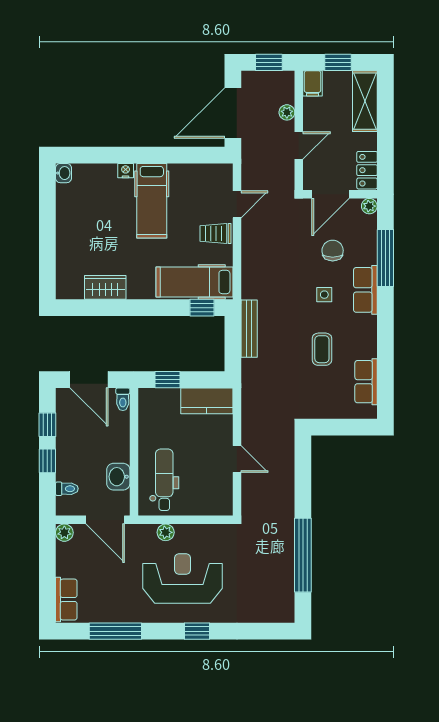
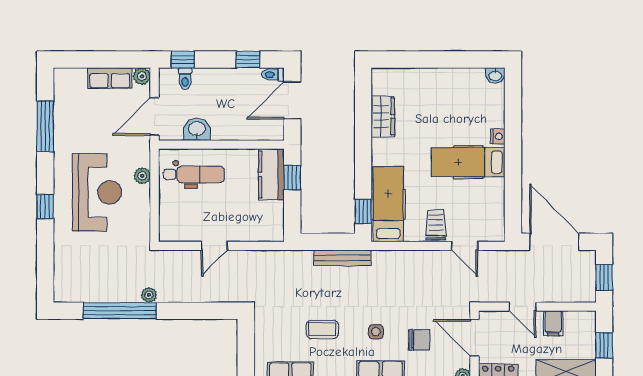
filing cabinet: (313, 83) -> (553, 323), moved, turned -90
plant: (287, 112) -> (149, 295), moved
toilet: (123, 399) -> (273, 75), moved
kitchen counter: (207, 401) -> (271, 174), moved
window: (47, 461) -> (183, 60), moved
row of seats: (66, 600) -> (110, 78), moved

